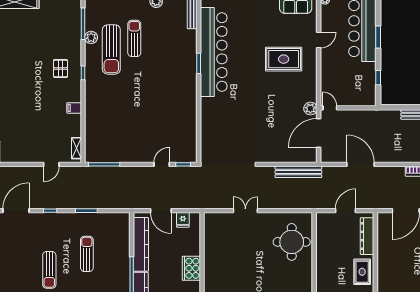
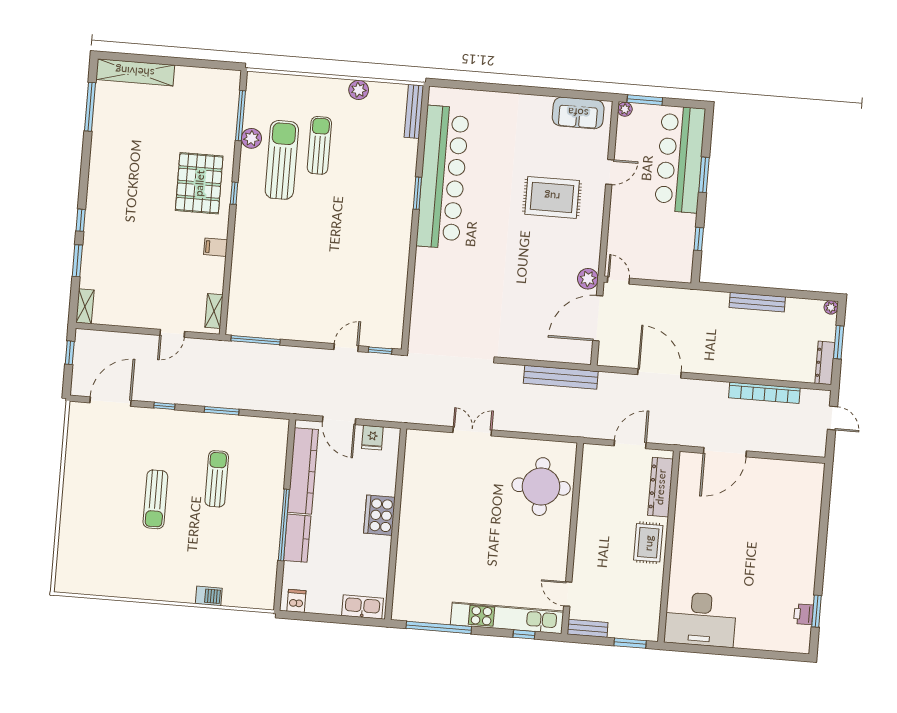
sun lounger: (111, 49) -> (282, 160), turned 180
pallet: (60, 68) -> (199, 183), width x2.05, depth x2.00

